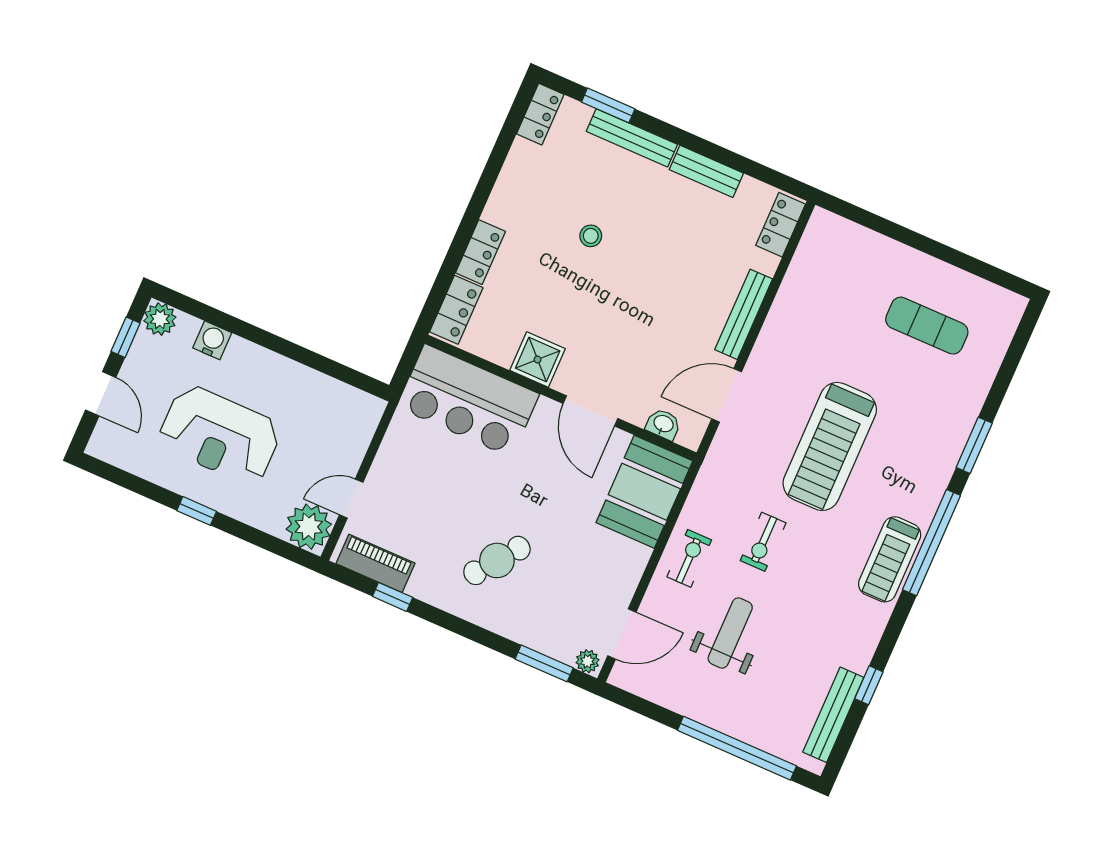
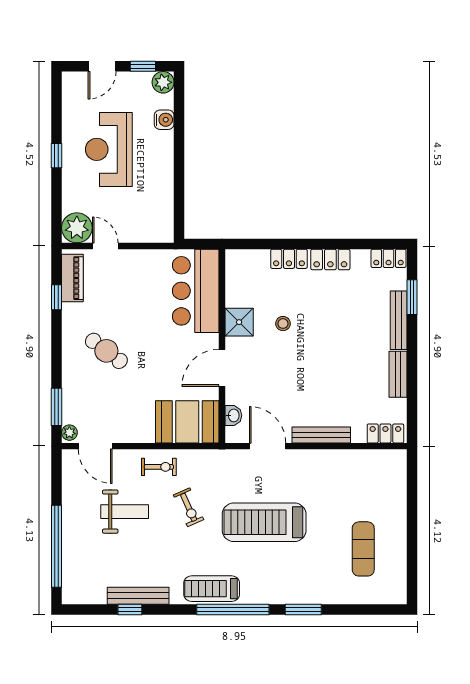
stool: (591, 236) -> (283, 324), moved
locker: (456, 310) -> (330, 259), moved
exercise bike: (763, 542) -> (189, 507), turned -114
bench: (833, 715) -> (138, 596), moved

